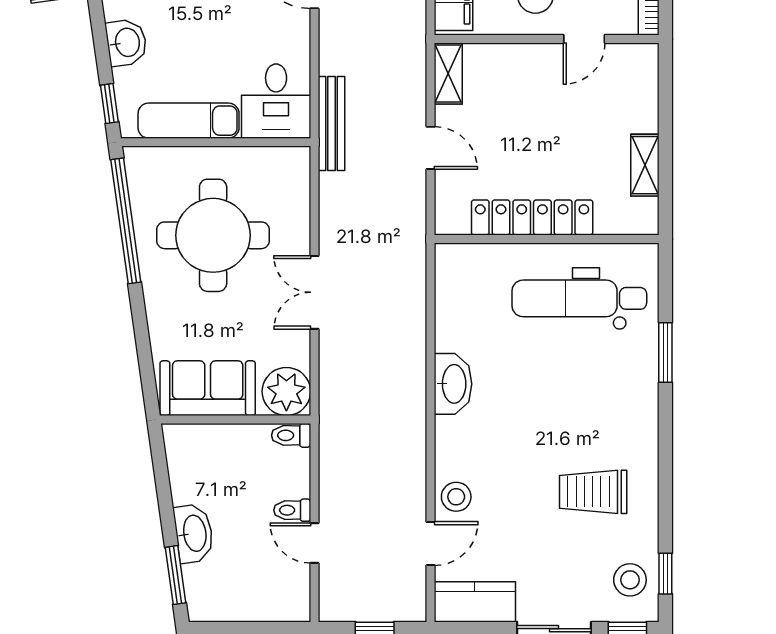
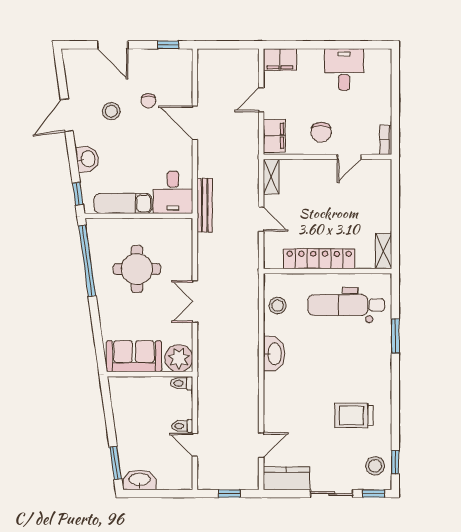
shelving: (645, 165) -> (384, 251), moved
round table: (213, 235) -> (137, 269), width x0.73, depth x0.73
stool: (456, 497) -> (278, 306), moved
washbasin: (194, 533) -> (140, 480), moved, turned -82

